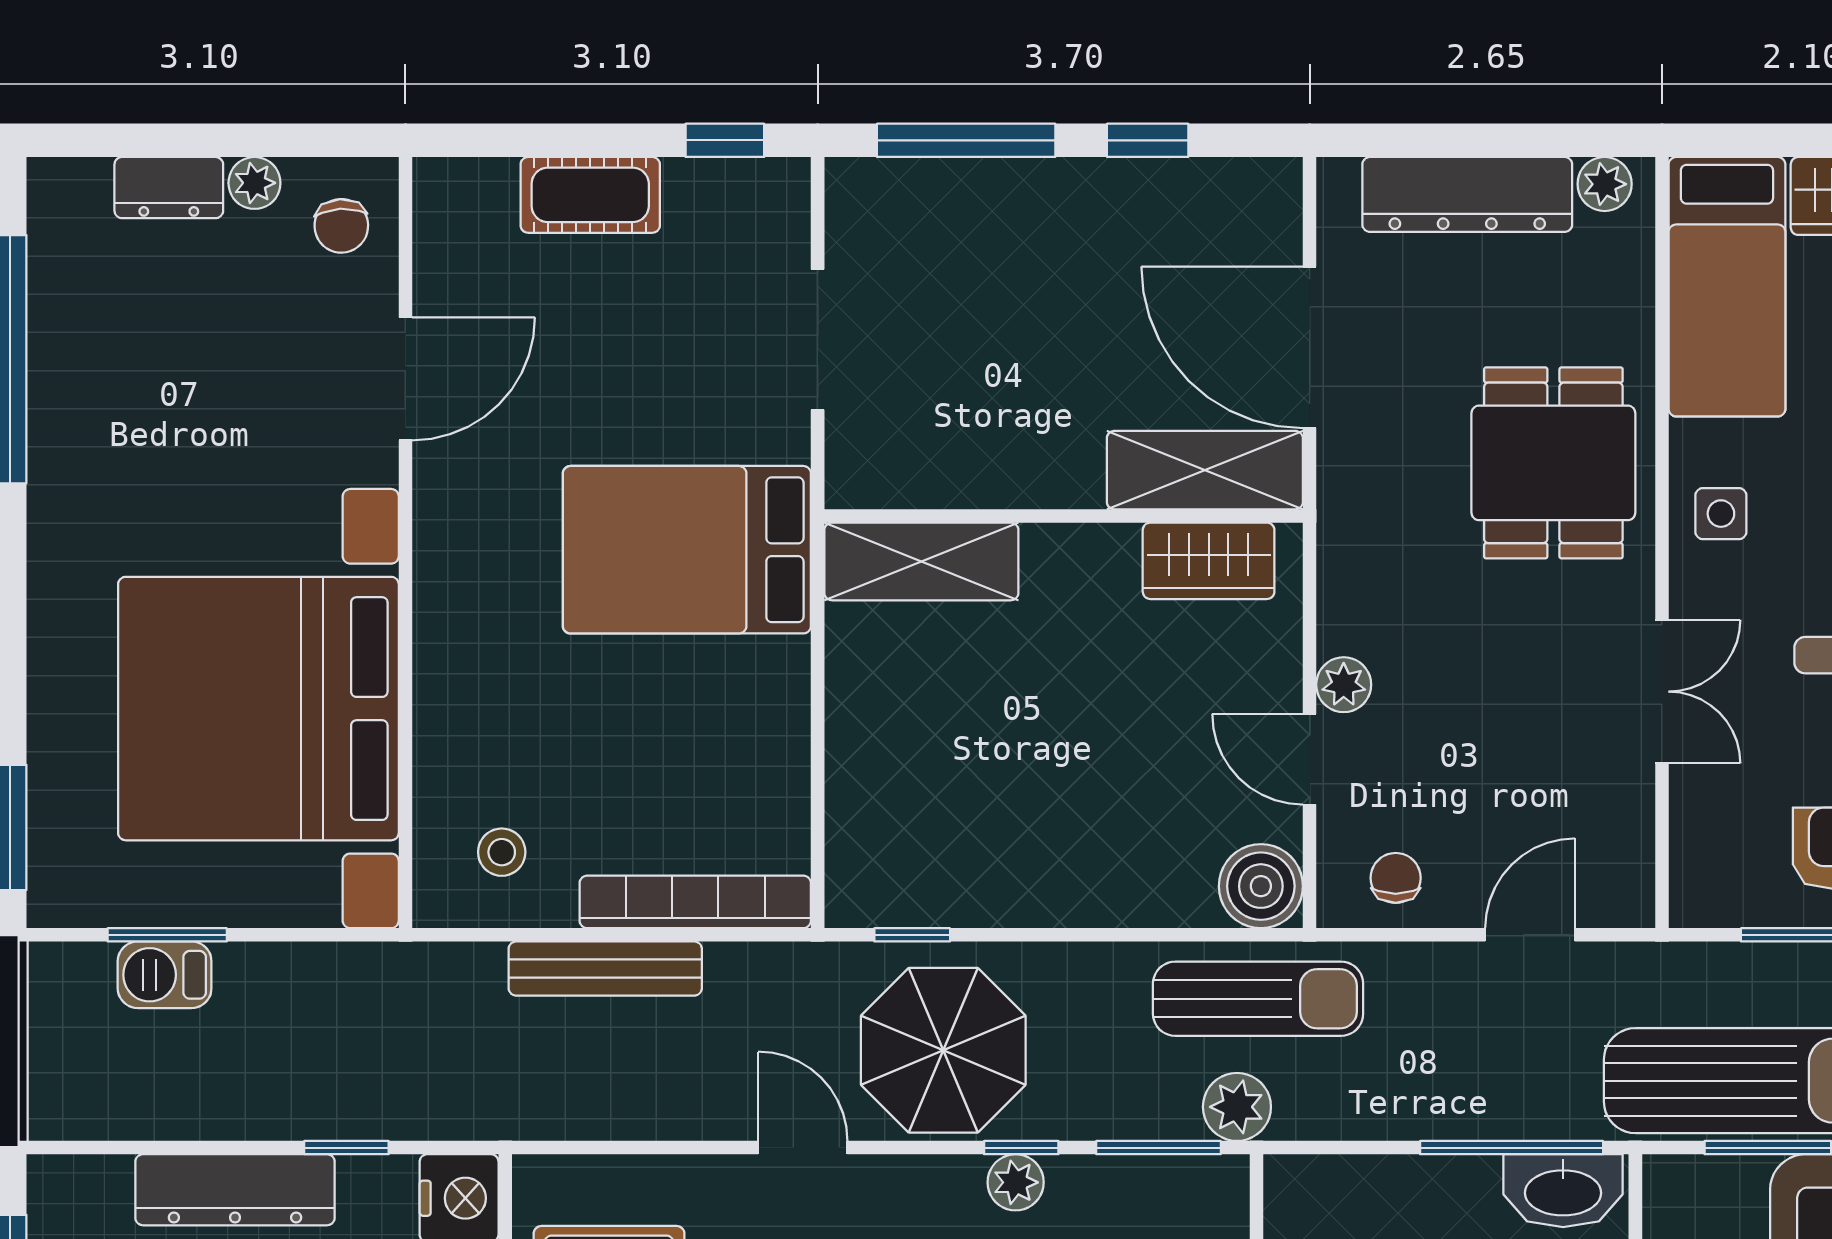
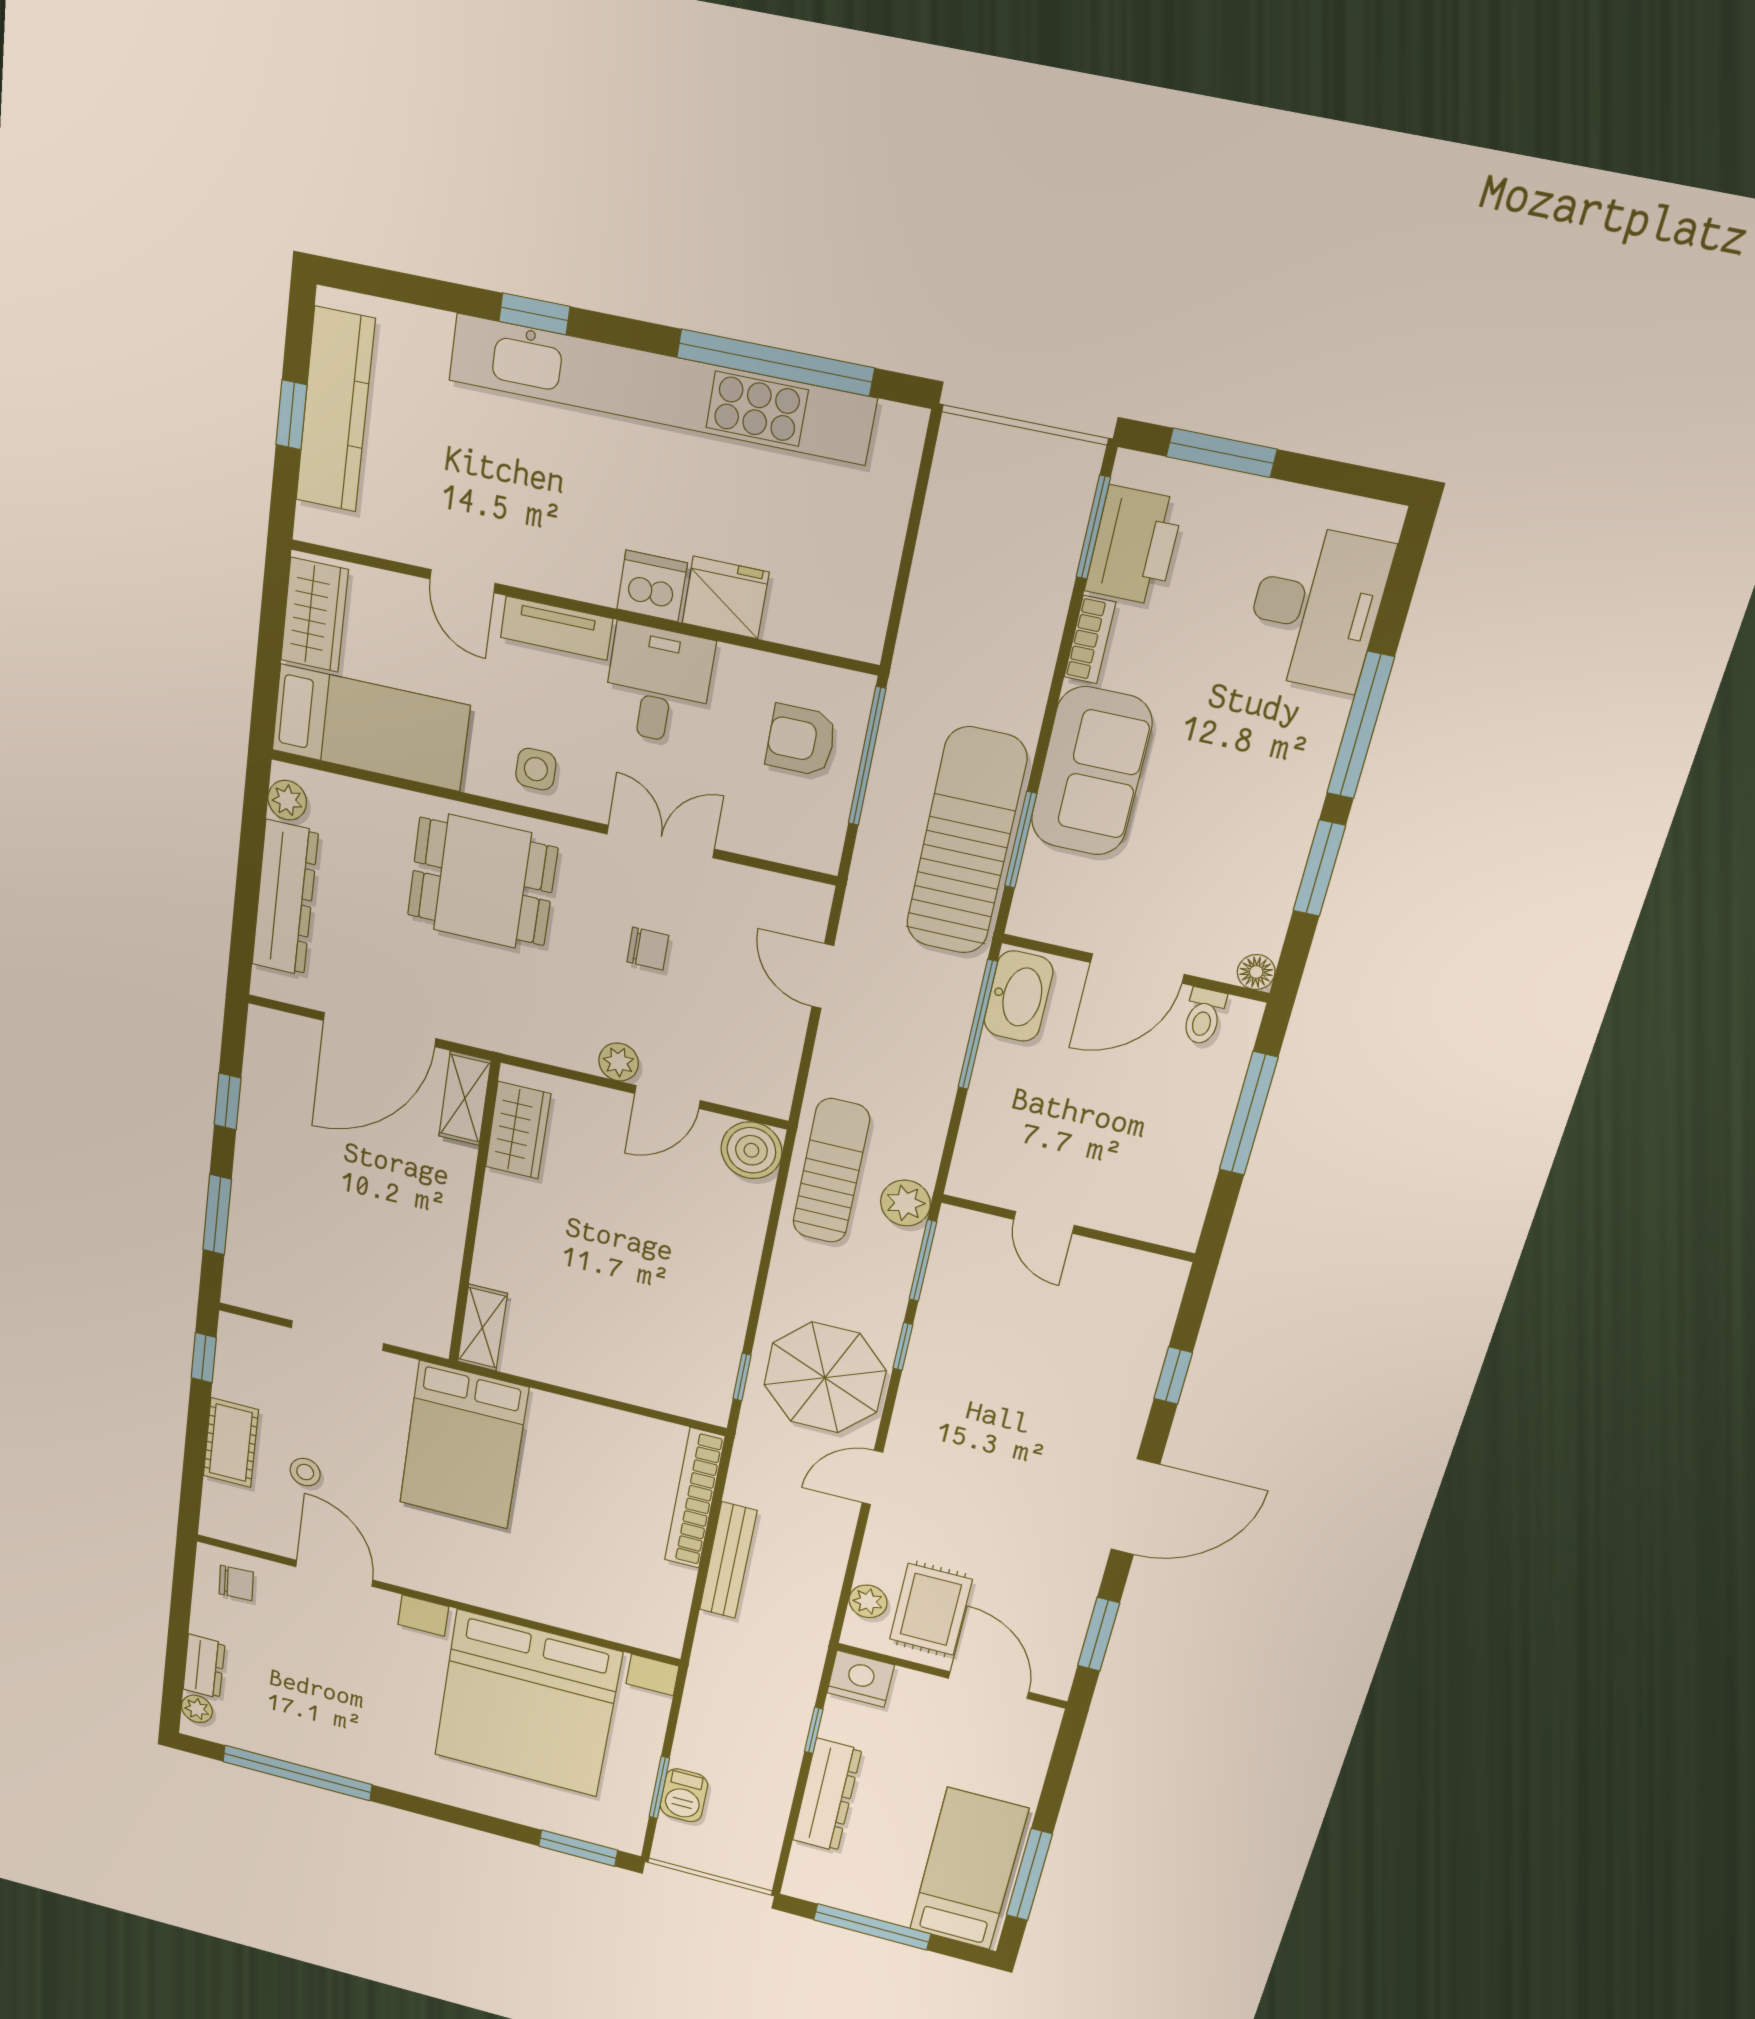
window: (966, 140) -> (217, 1215), width x0.69
plant: (254, 183) -> (197, 1709), moved
shelving: (1205, 470) -> (465, 1098), width x0.67, depth x0.75
shelving: (921, 561) -> (482, 1328), width x0.67, depth x0.75
stool: (502, 852) -> (305, 1472), moved
chair: (1396, 878) -> (648, 949), moved, turned 180
plant: (1016, 1182) -> (868, 1601), moved

